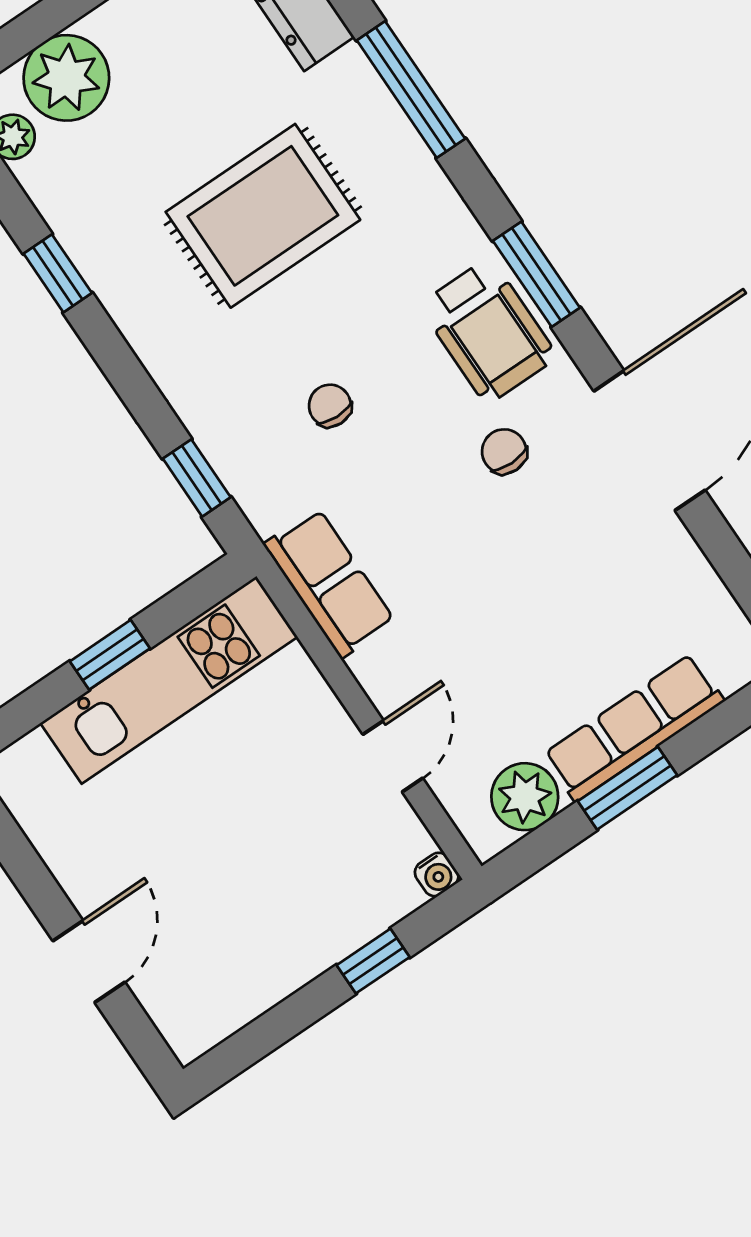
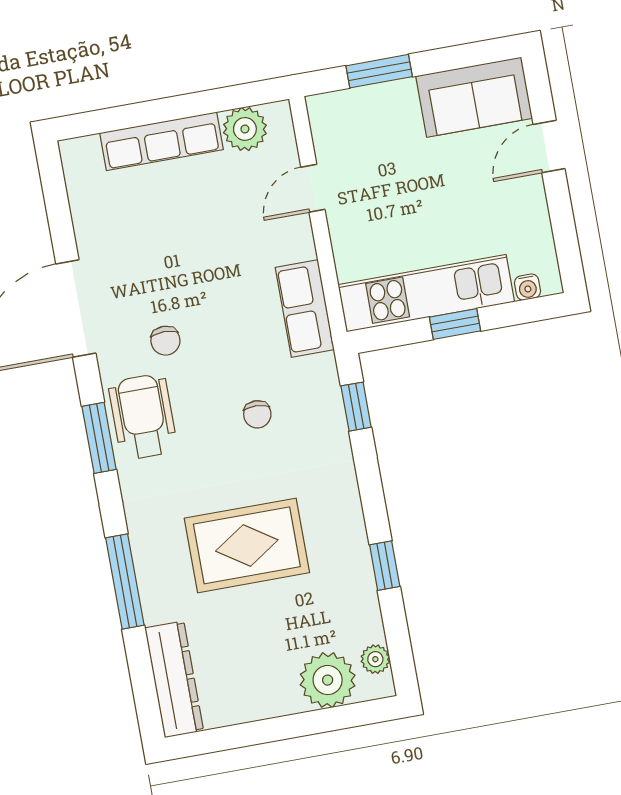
window: (627, 788) -> (181, 107), removed
water cooler: (437, 874) -> (528, 287), moved, turned 180
window: (373, 961) -> (379, 71), width x1.50
sofa: (224, 984) -> (474, 97), added

